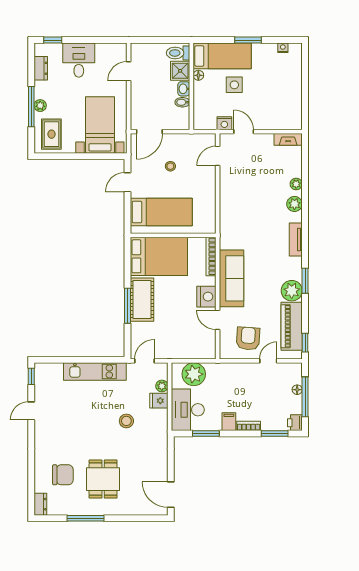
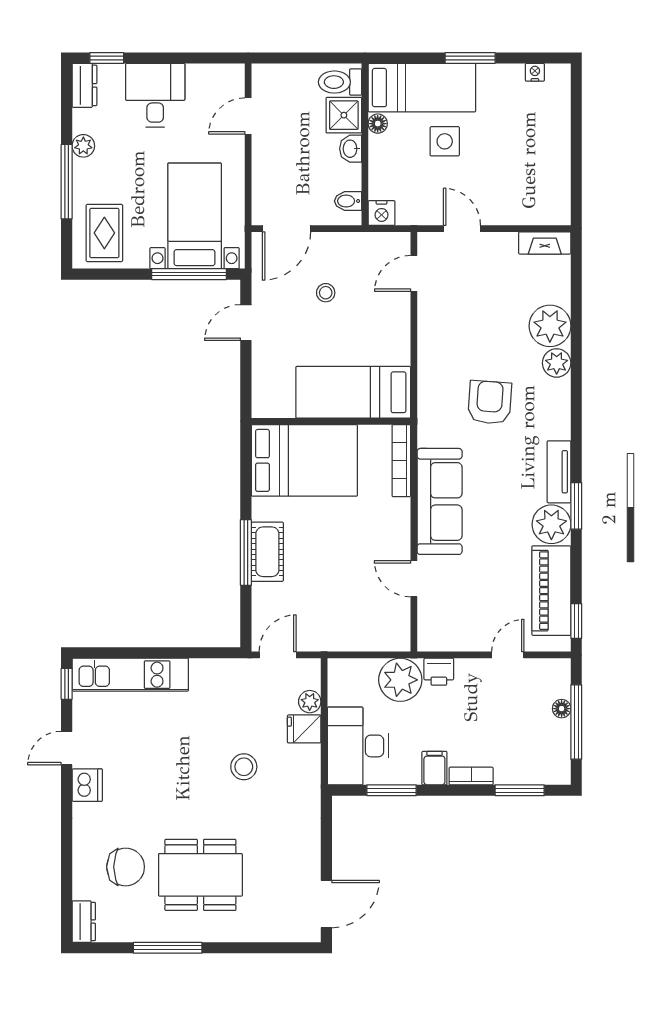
dresser: (41, 68) -> (84, 85), moved
bidet: (182, 102) -> (348, 201), moved
plant: (40, 106) -> (83, 146), moved
nightstand: (224, 123) -> (382, 213), moved
window: (97, 156) -> (189, 274), added
plant: (296, 184) -> (550, 326), width x1.87, depth x1.87
bed: (161, 212) -> (353, 392), moved, turned 180
tv unit: (296, 240) -> (559, 472), moved
nightstand: (206, 297) -> (393, 535), removed
cot: (142, 300) -> (267, 552), width x0.73, depth x0.75
armchair: (248, 338) -> (490, 402), moved
kitchen unit: (95, 371) -> (130, 675), moved
plant: (194, 374) -> (400, 680), moved
printer: (295, 423) -> (439, 672), moved, turned -90
dishwasher: (42, 431) -> (87, 785), added
dining table: (103, 479) -> (200, 875), width x1.38
door: (171, 495) -> (326, 904), swing flipped

